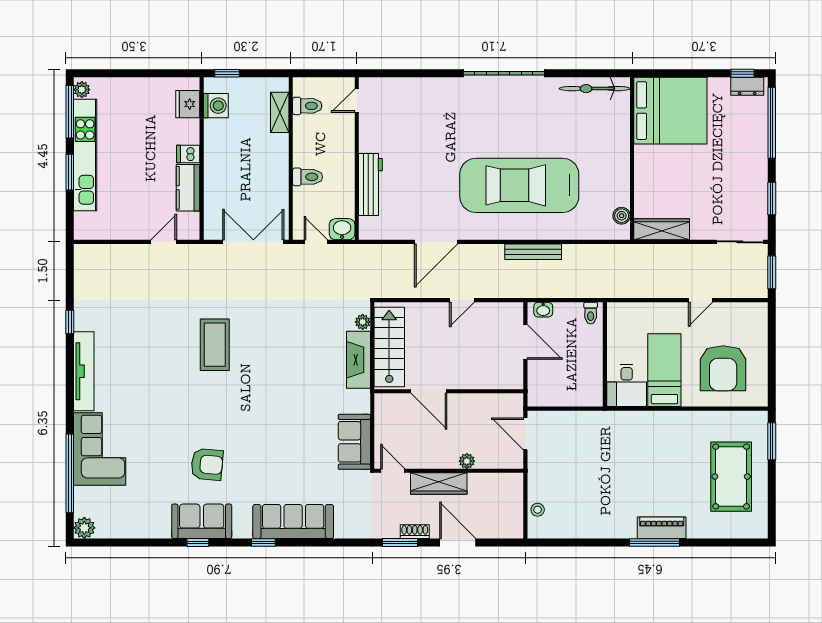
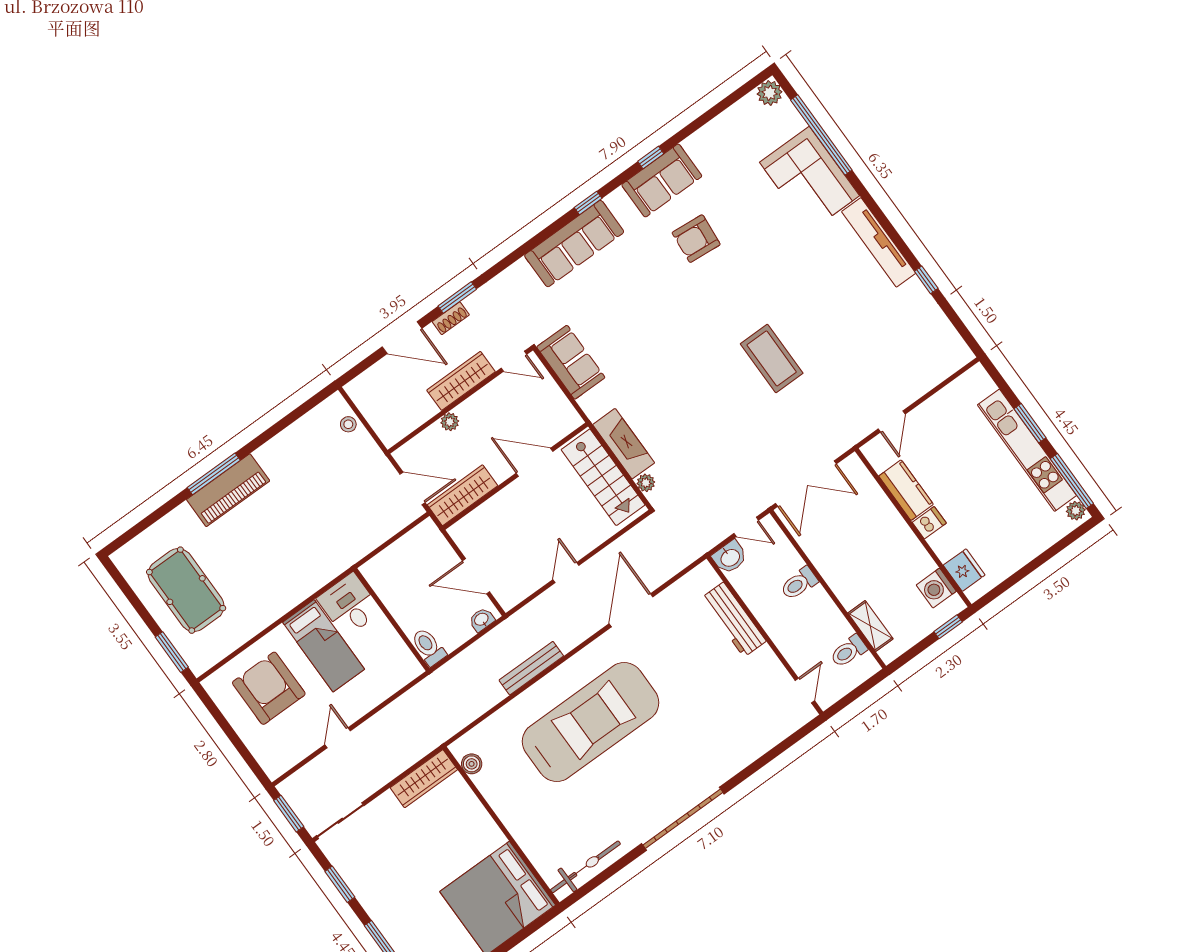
toilet: (591, 313) -> (428, 647), width x1.37, depth x1.39
wardrobe: (495, 404) -> (463, 495), added
piano: (662, 528) -> (228, 490), width x1.37, depth x1.33

